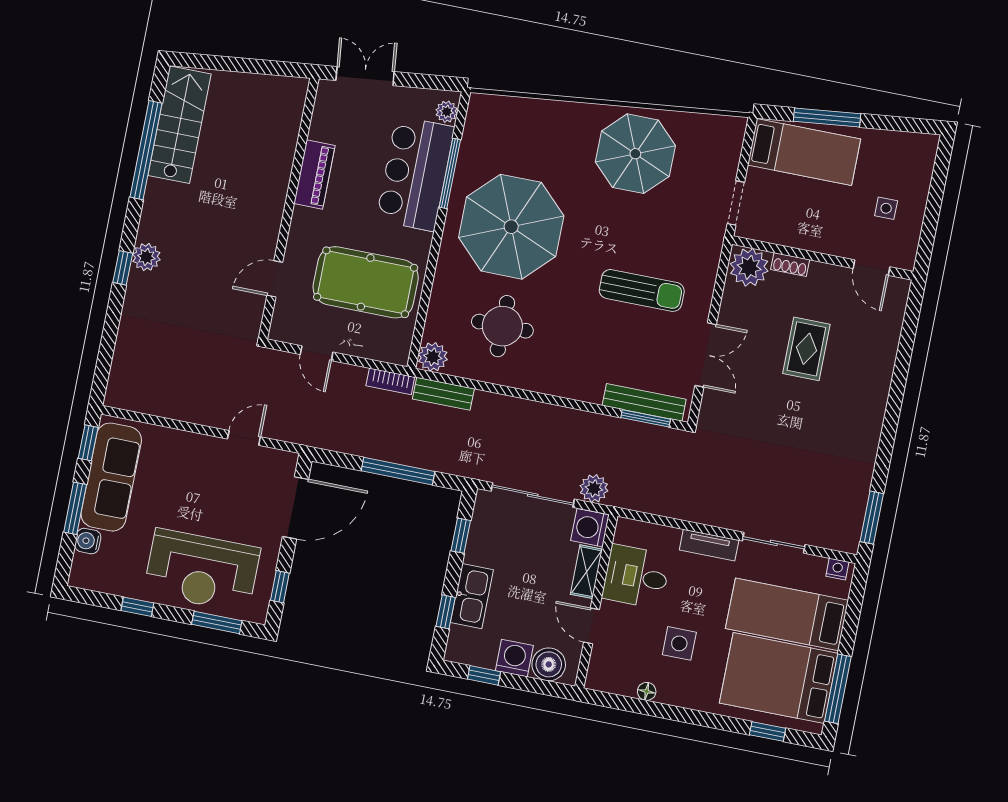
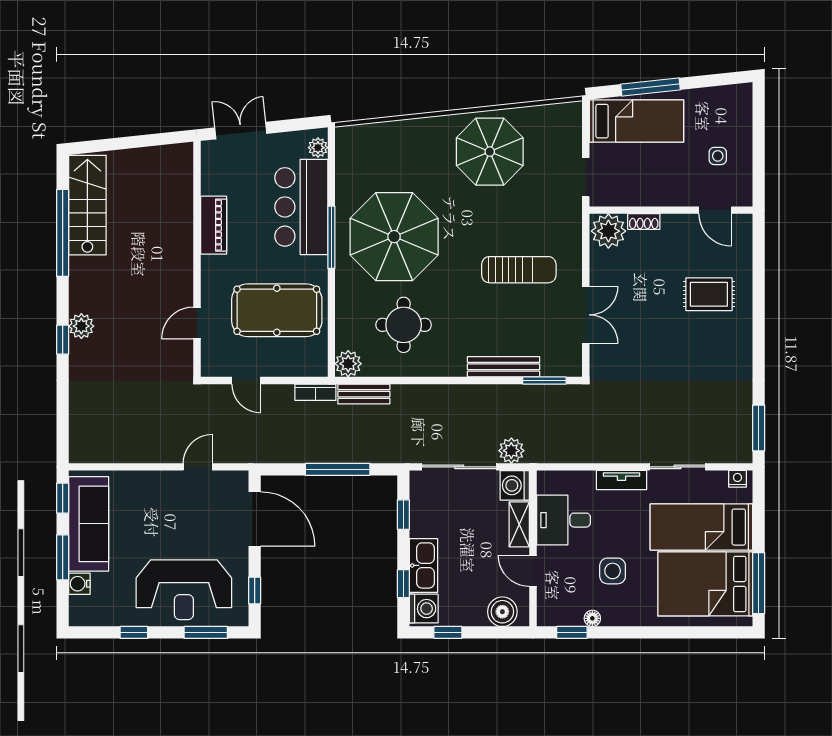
window: (450, 173) -> (331, 237), moved
rug: (806, 349) -> (709, 294), moved, turned 90
bench: (644, 402) -> (504, 367), moved
door: (295, 508) -> (255, 519), hinge flipped
washing machine: (514, 658) -> (424, 609), moved, turned 90
window: (768, 732) -> (572, 632), moved

